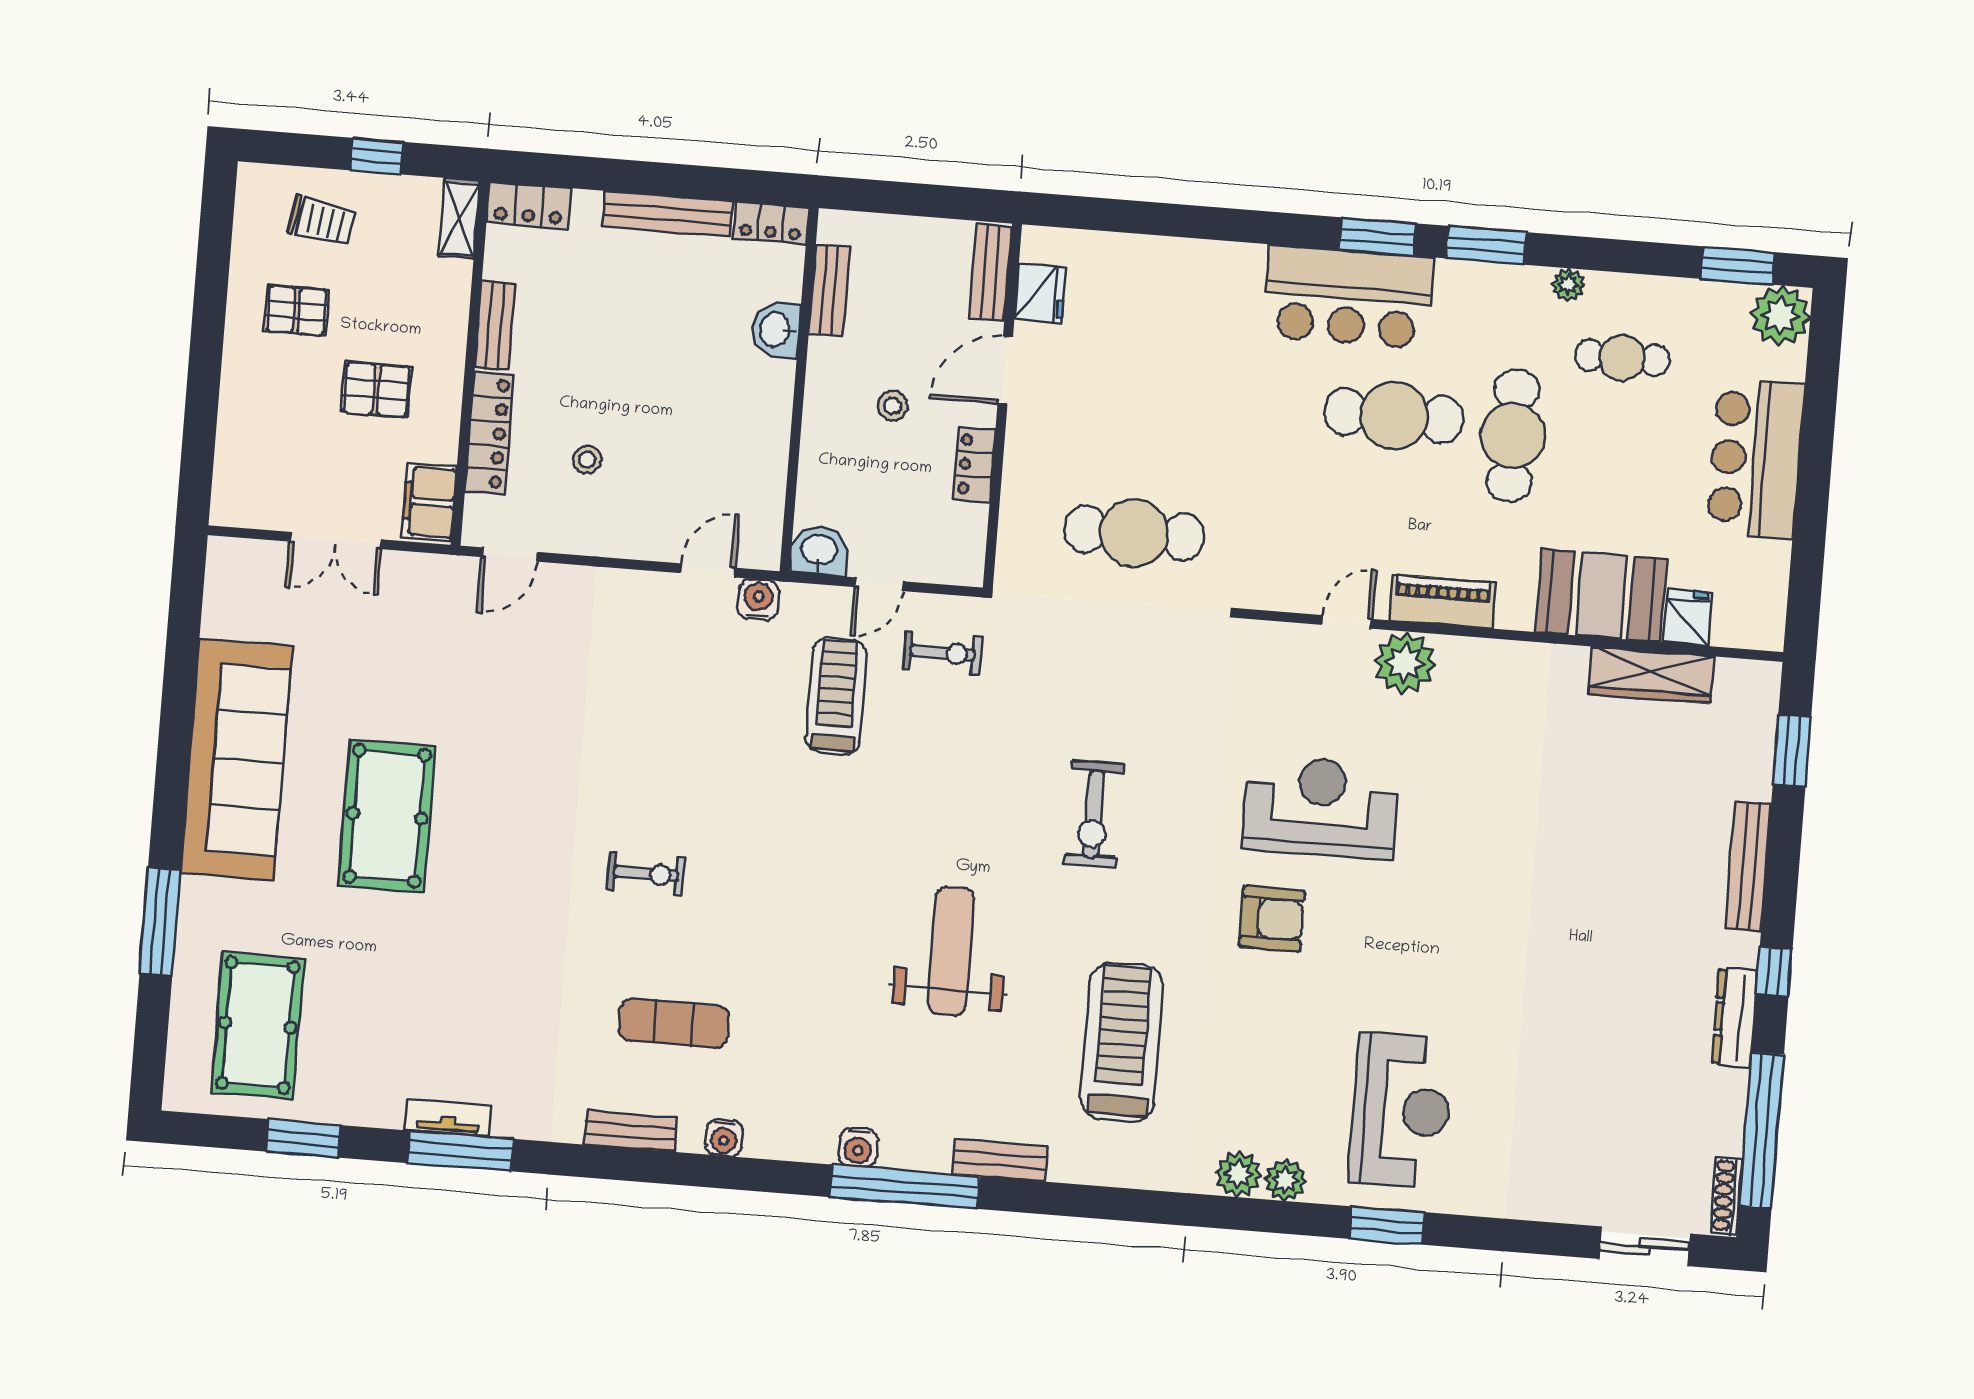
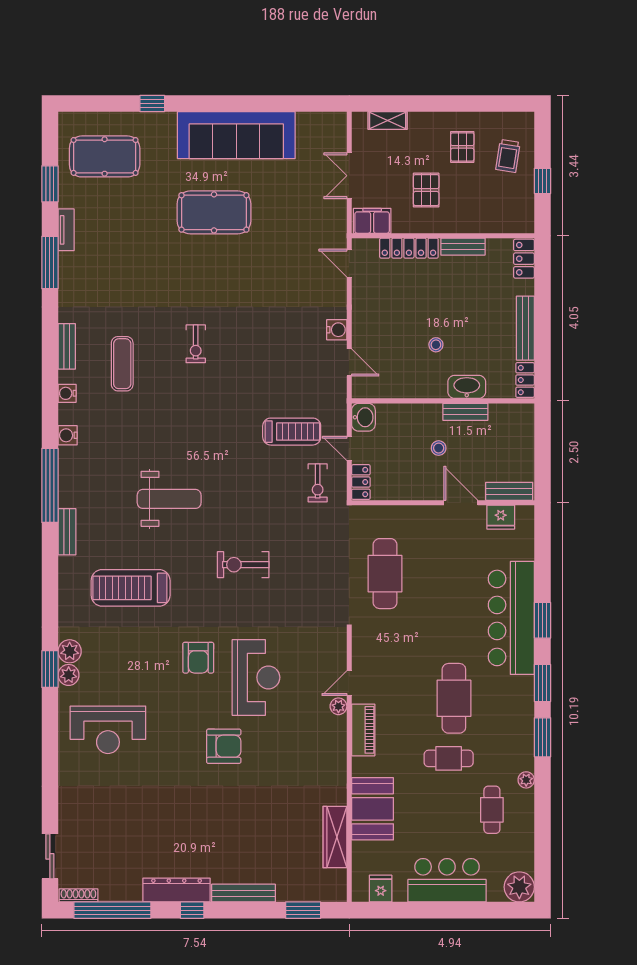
shelving: (459, 218) -> (388, 121), moved
window: (1738, 266) -> (542, 620), moved
bench: (829, 291) -> (465, 412), moved
bar counter: (1348, 297) -> (511, 618), moved, width x1.36
washbasin: (776, 330) -> (467, 387), width x1.38
cafe table: (1513, 436) -> (449, 758), width x0.73, depth x0.74
stool: (587, 460) -> (436, 345), moved
locker: (974, 465) -> (361, 482), moved, turned 90
water cooler: (758, 600) -> (337, 330), moved
fridge: (1688, 618) -> (381, 889), moved, turned -90
door: (1347, 622) -> (349, 683), swing flipped
plant: (1405, 663) -> (338, 706), width x0.53, depth x0.53
armchair: (1453, 882) -> (224, 746), added
window: (160, 922) -> (152, 104), width x0.46
dresser: (1735, 1018) -> (177, 890), width x1.37, depth x1.24
treadmill: (1122, 1042) -> (131, 588), turned 180
tv unit: (448, 1118) -> (66, 230), moved
water cooler: (858, 1148) -> (68, 435), moved
window: (1387, 1226) -> (50, 669), moved

